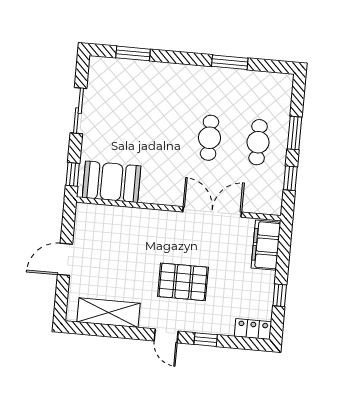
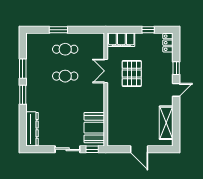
window: (133, 53) -> (23, 95), moved
dresser: (119, 69) -> (32, 129), added
sliding door: (78, 111) -> (68, 149), moved
window: (290, 178) -> (83, 30), removed
double door: (212, 212) -> (106, 71), width x0.73
pallet: (183, 282) -> (132, 73), moved

